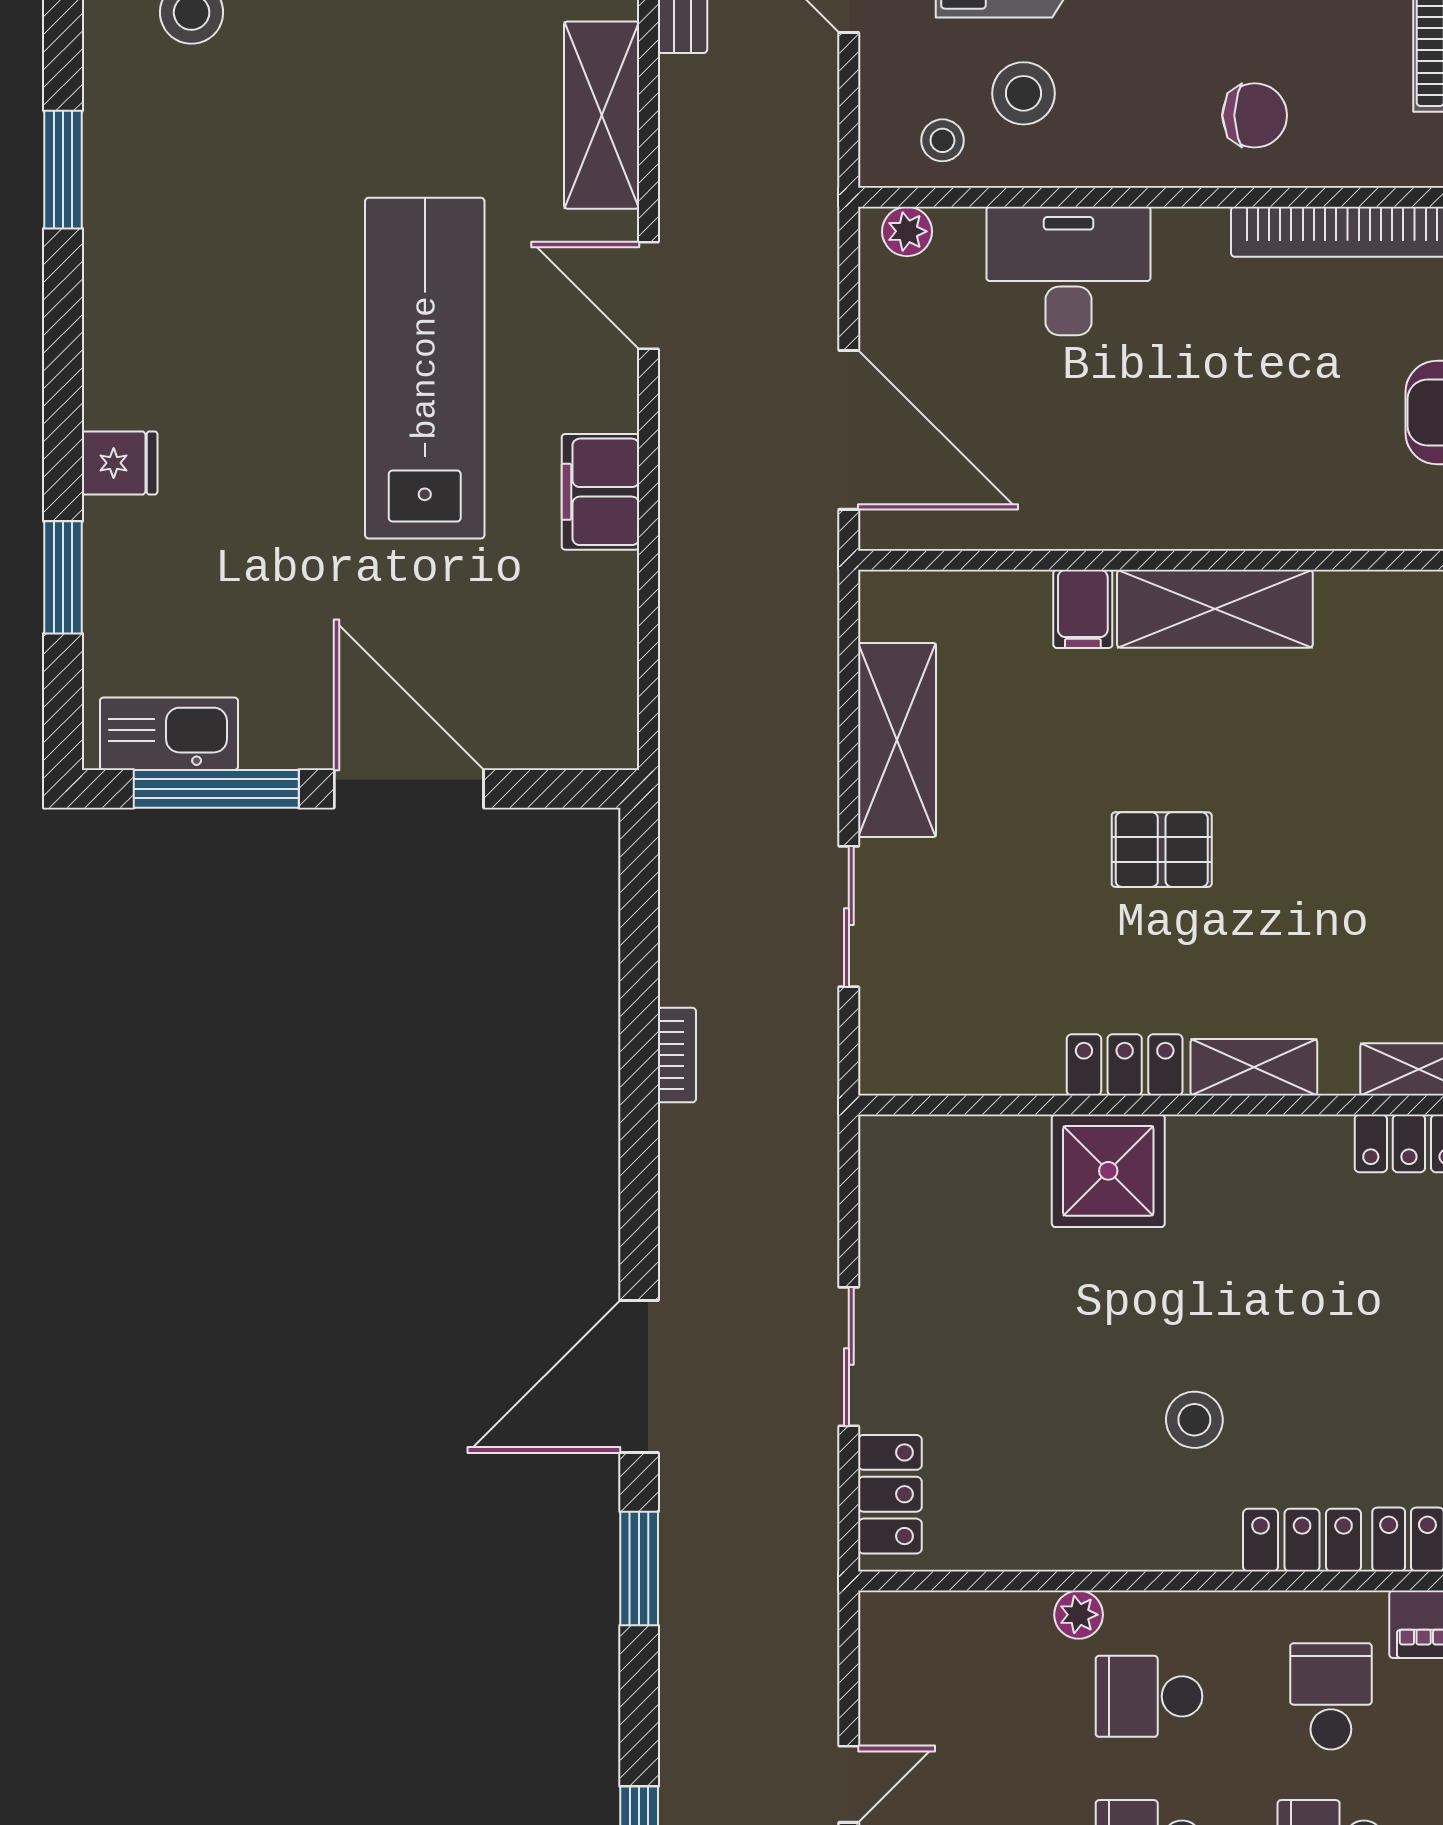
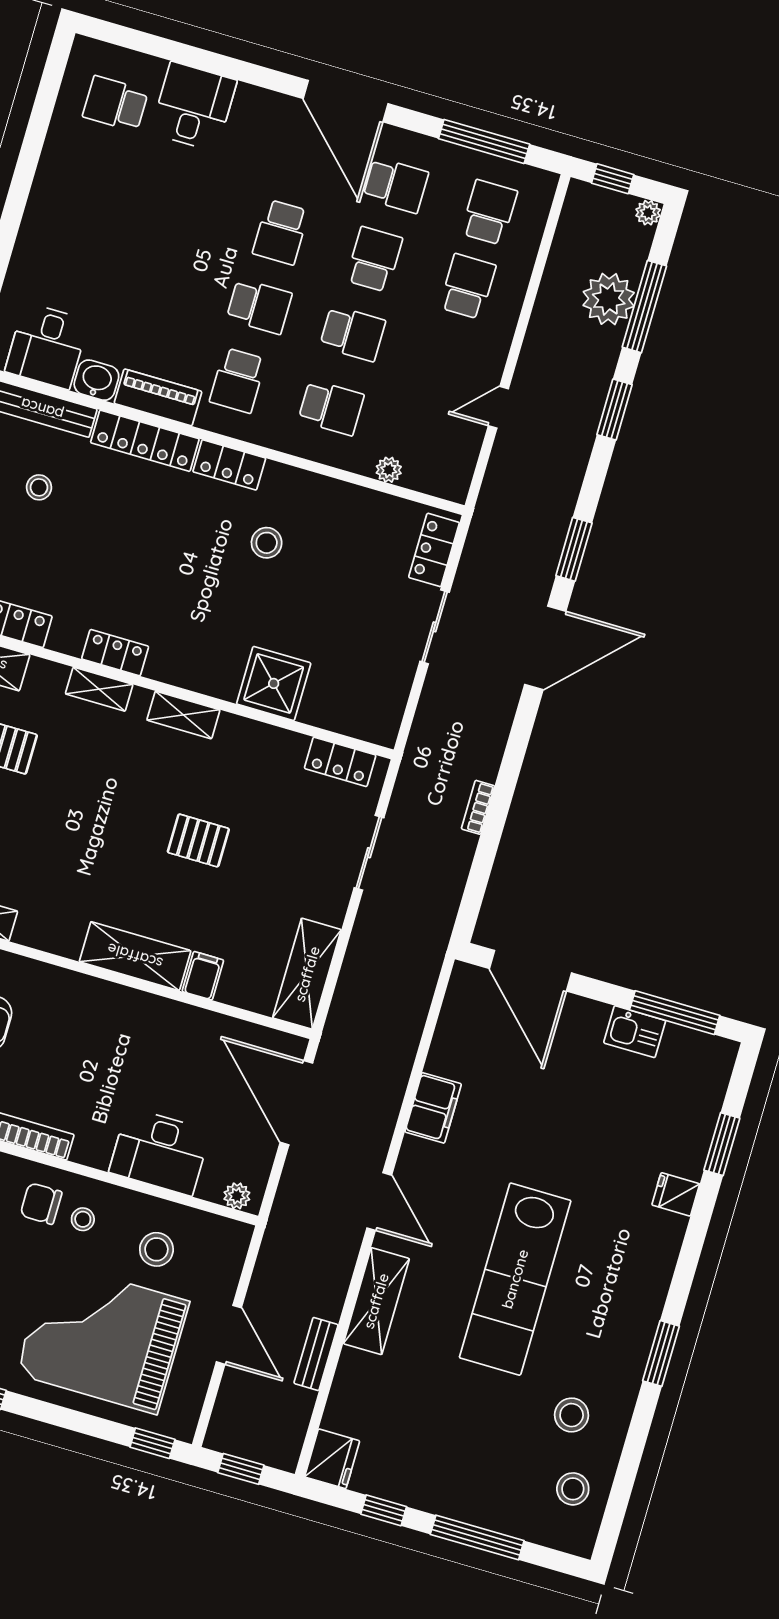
stool: (942, 140) -> (83, 1219), moved
lab bench: (425, 368) -> (515, 1279), moved
kitchen sink: (169, 734) -> (635, 1032), moved, width x0.73
shelving: (897, 740) -> (307, 974), moved
door: (409, 789) -> (530, 971), moved
locker: (1125, 1065) -> (340, 762), moved
plant: (1079, 1615) -> (389, 470), moved

